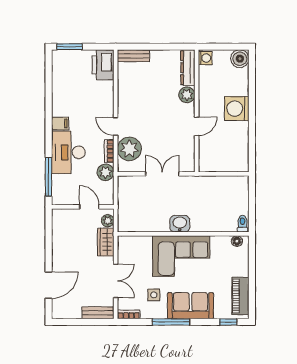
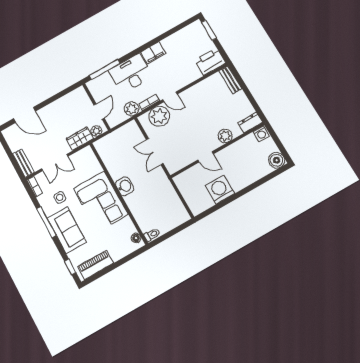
dresser: (188, 68) -> (250, 123), width x0.70
washing machine: (237, 109) -> (220, 190), moved
filing cabinet: (60, 123) -> (153, 53), width x2.00
door: (116, 126) -> (170, 97), swing flipped
double door: (162, 174) -> (155, 152), swing flipped

